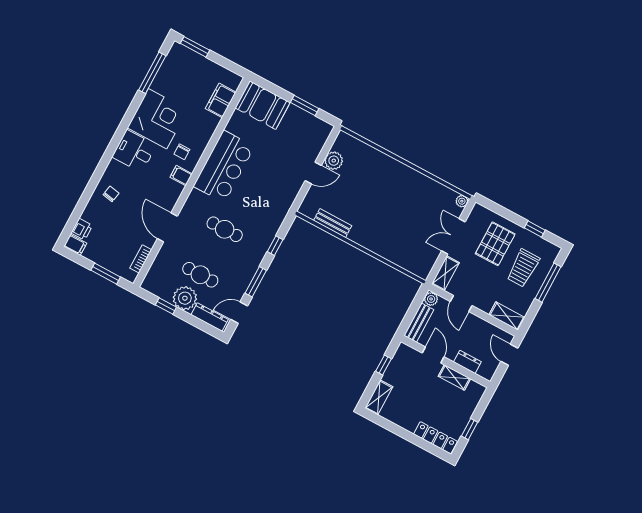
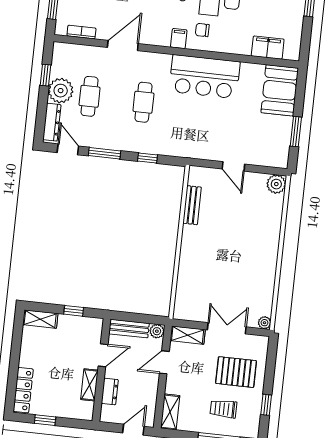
plant: (334, 161) -> (276, 184), moved
trolley: (523, 268) -> (223, 409), width x0.73, depth x0.72

